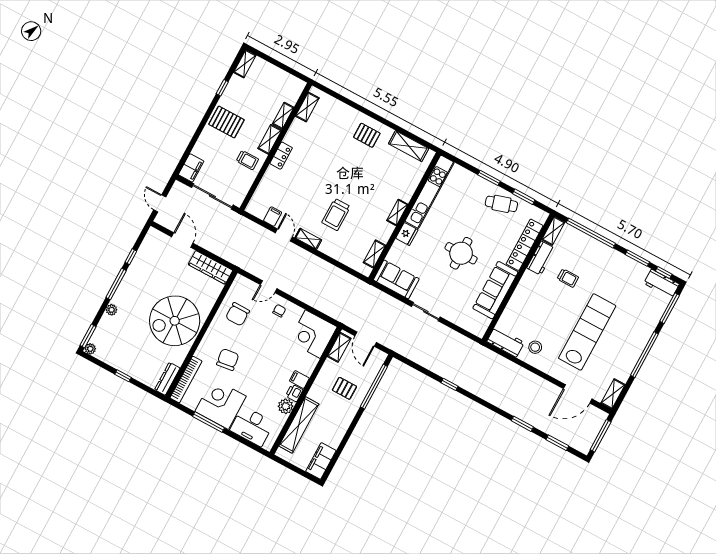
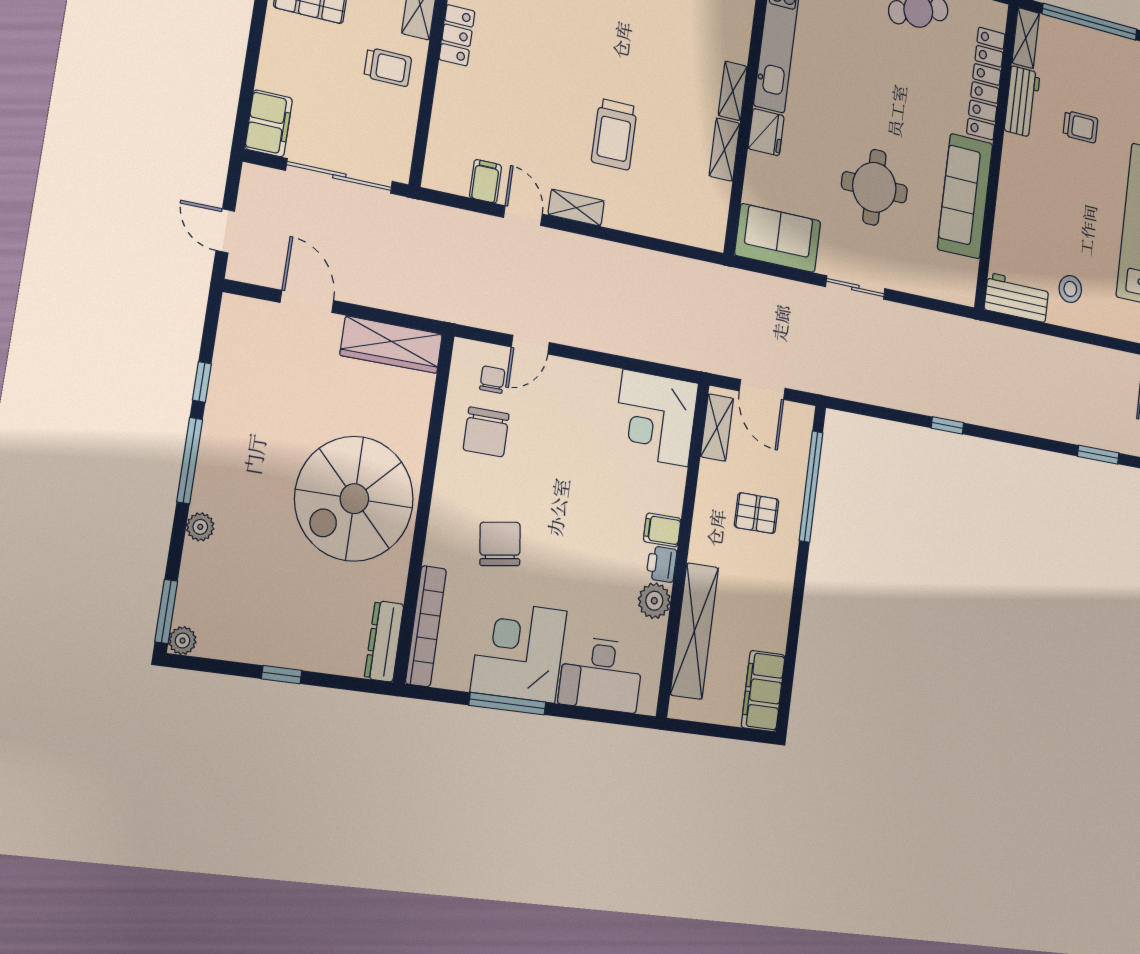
round table: (461, 253) -> (874, 187), moved
shelving: (374, 254) -> (725, 150), moved
chair: (279, 311) -> (492, 380), moved

